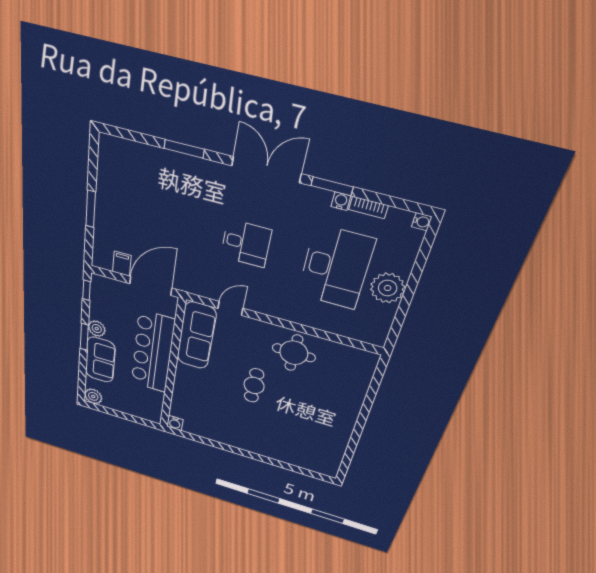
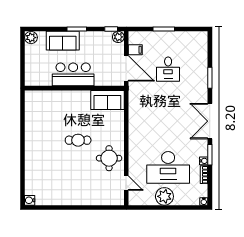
double door: (266, 170) -> (210, 121), swing flipped
desk: (246, 243) -> (168, 69), moved
door: (230, 308) -> (126, 183), moved
plant: (97, 329) -> (118, 37), moved
sofa: (196, 336) -> (107, 100), width x0.73
bar counter: (153, 352) -> (73, 74), width x0.73
water cooler: (175, 423) -> (30, 200), moved

